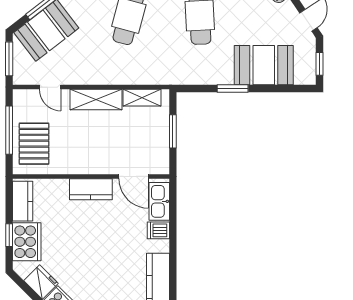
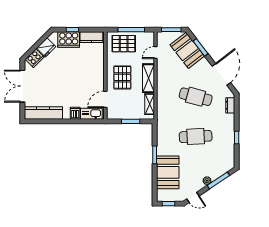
pallet: (95, 146) -> (122, 77), added
kitchen counter: (91, 189) -> (98, 75), removed

